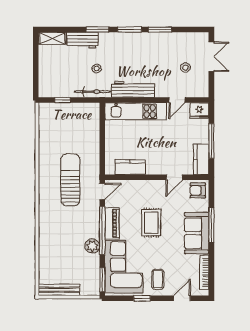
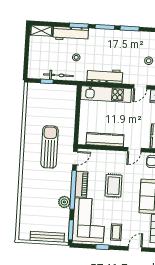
workbench: (82, 40) -> (71, 34), width x1.38
bicycle: (92, 92) -> (58, 75), moved
kitchen counter: (130, 167) -> (105, 140), width x1.50
bench: (59, 290) -> (47, 237), moved

